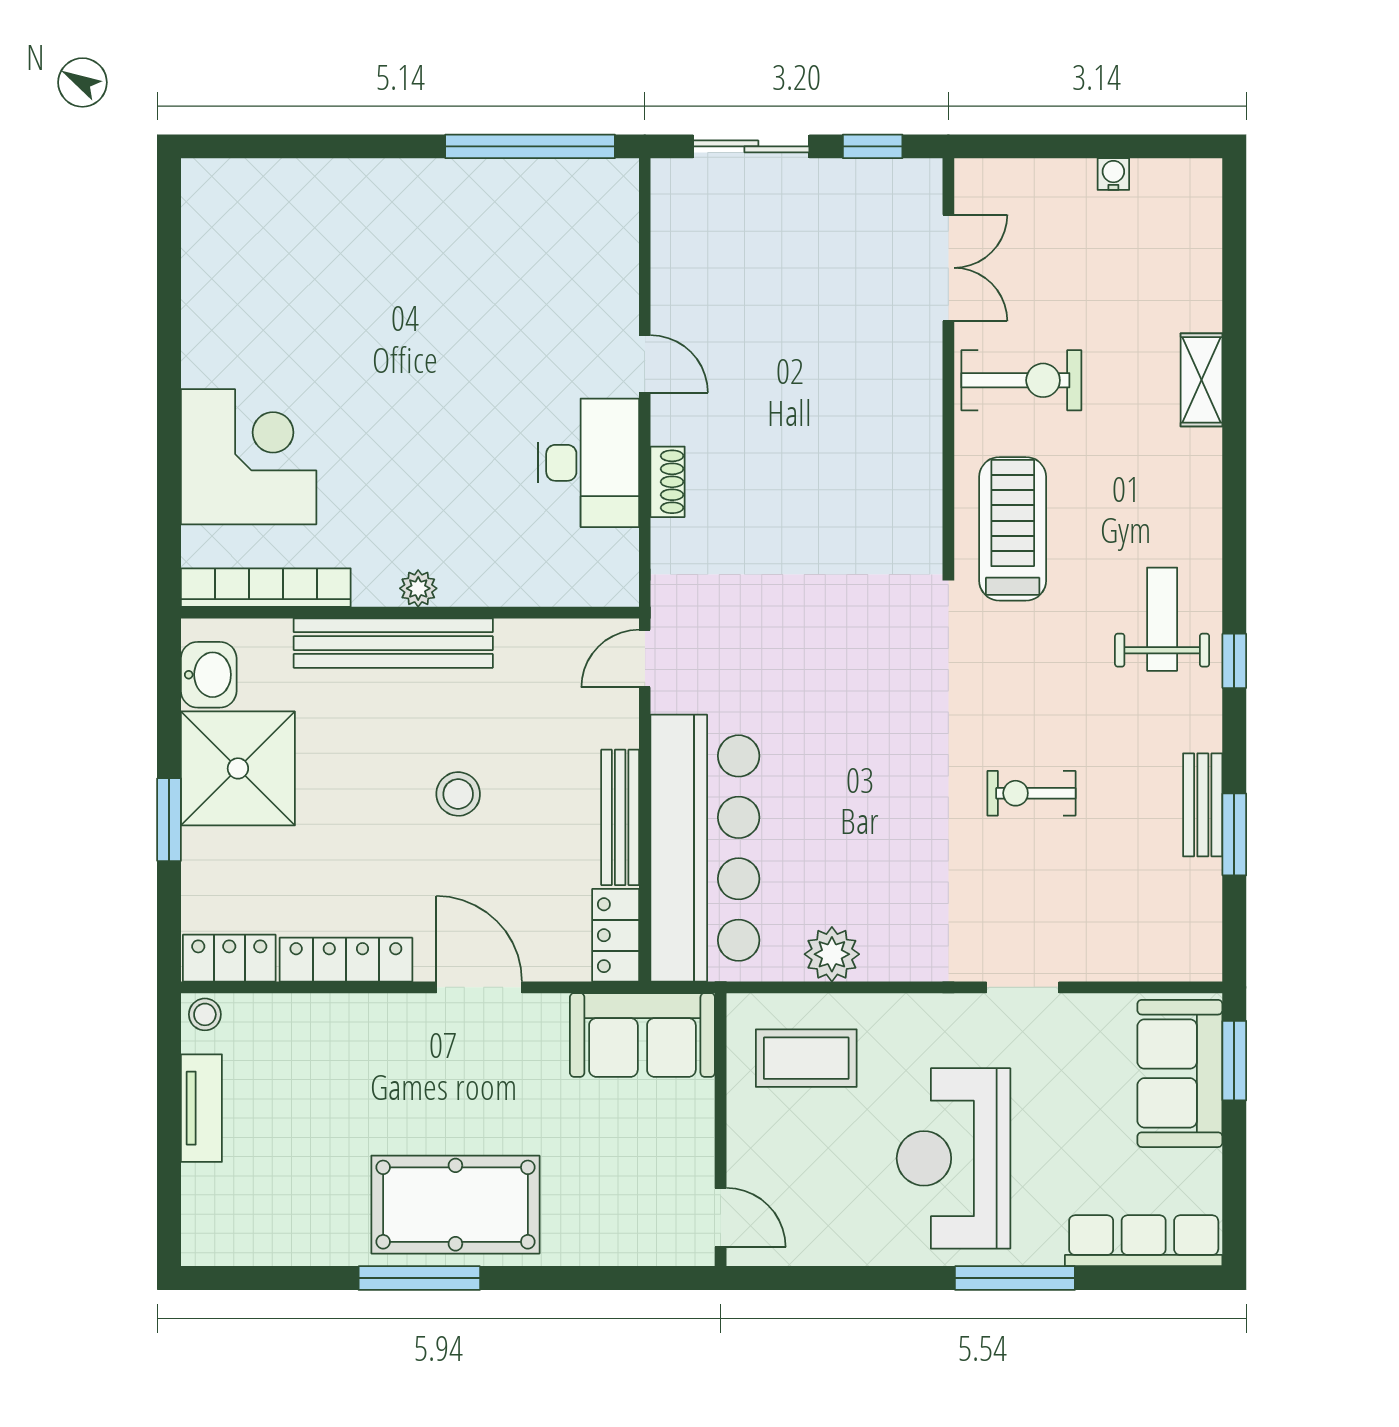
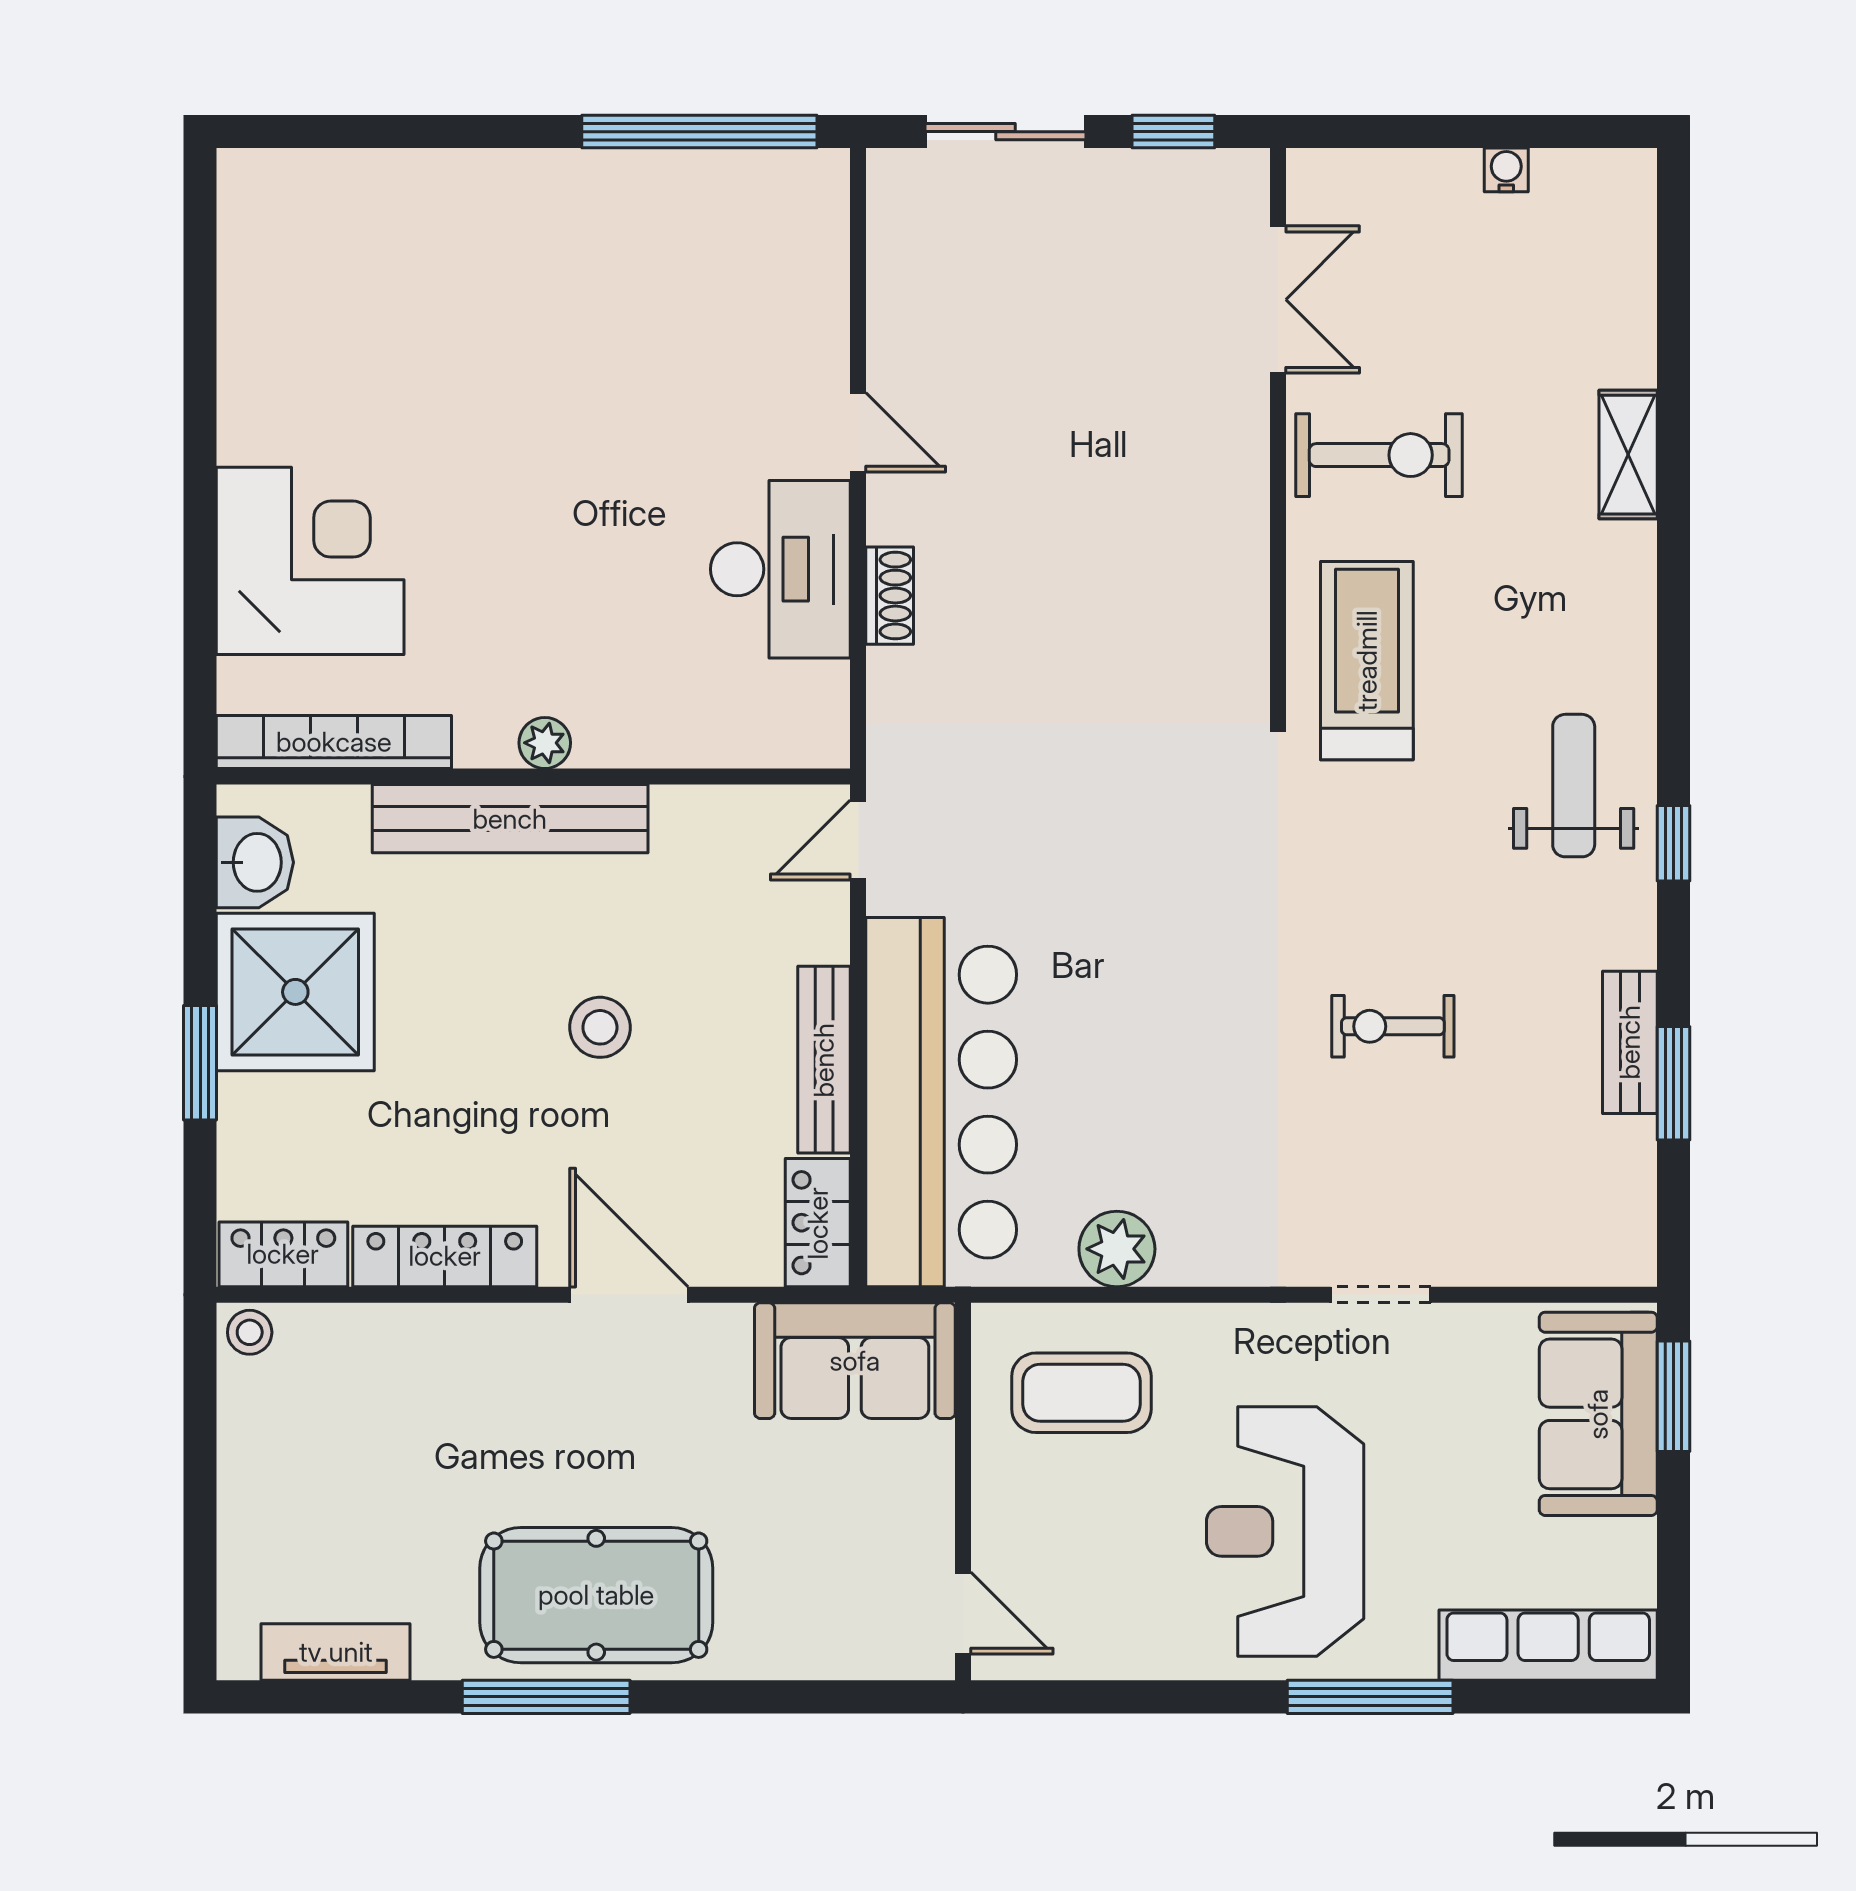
tv unit: (201, 1108) -> (336, 1652), moved, turned -90

